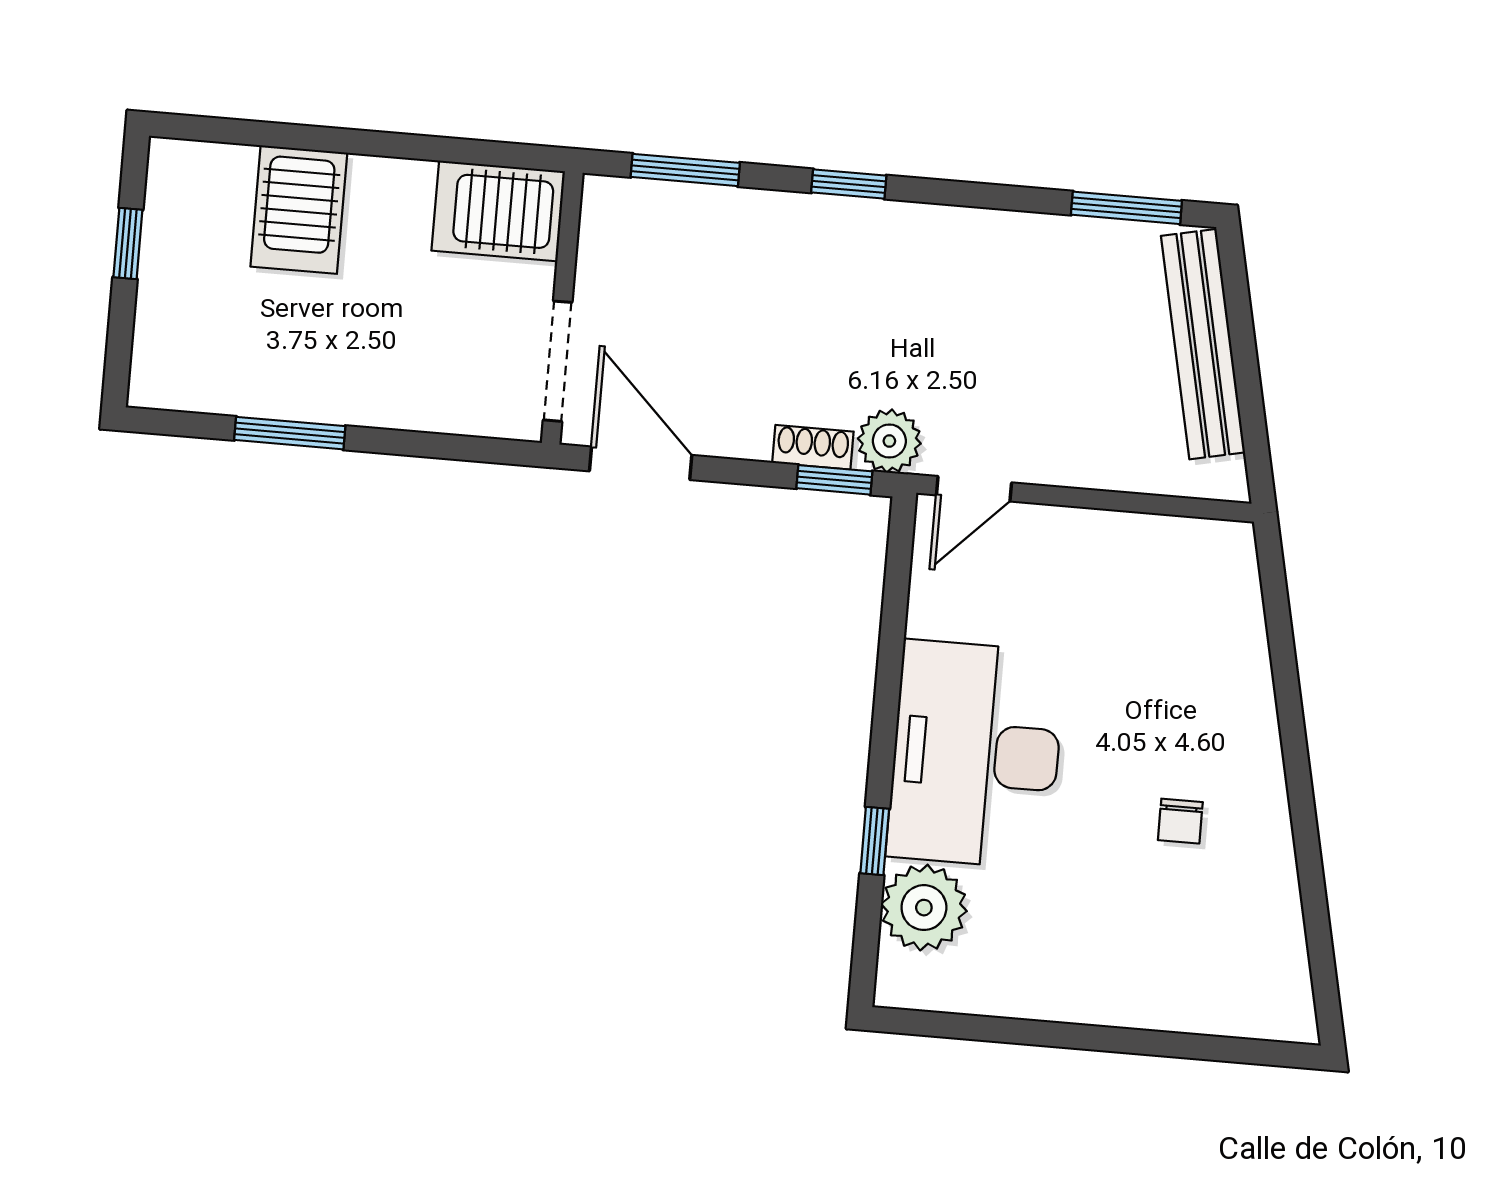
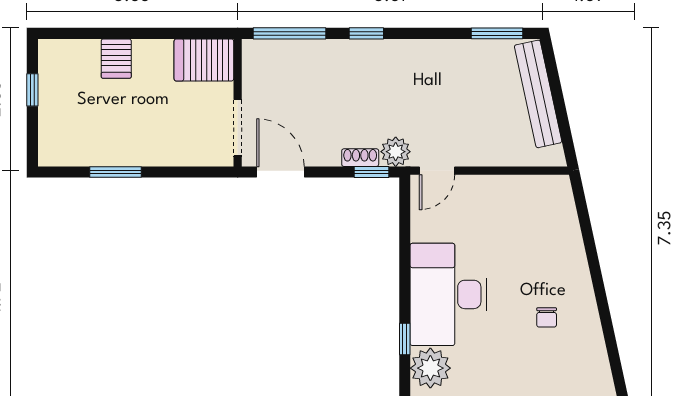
window: (685, 170) -> (290, 33), width x1.44
server rack: (299, 210) -> (116, 59), width x0.73, depth x0.70

